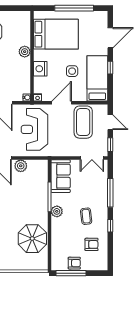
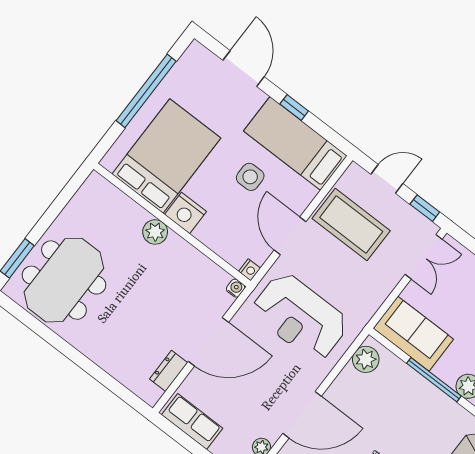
nightstand: (40, 69) -> (185, 213), moved
plant: (21, 166) -> (366, 359), moved

